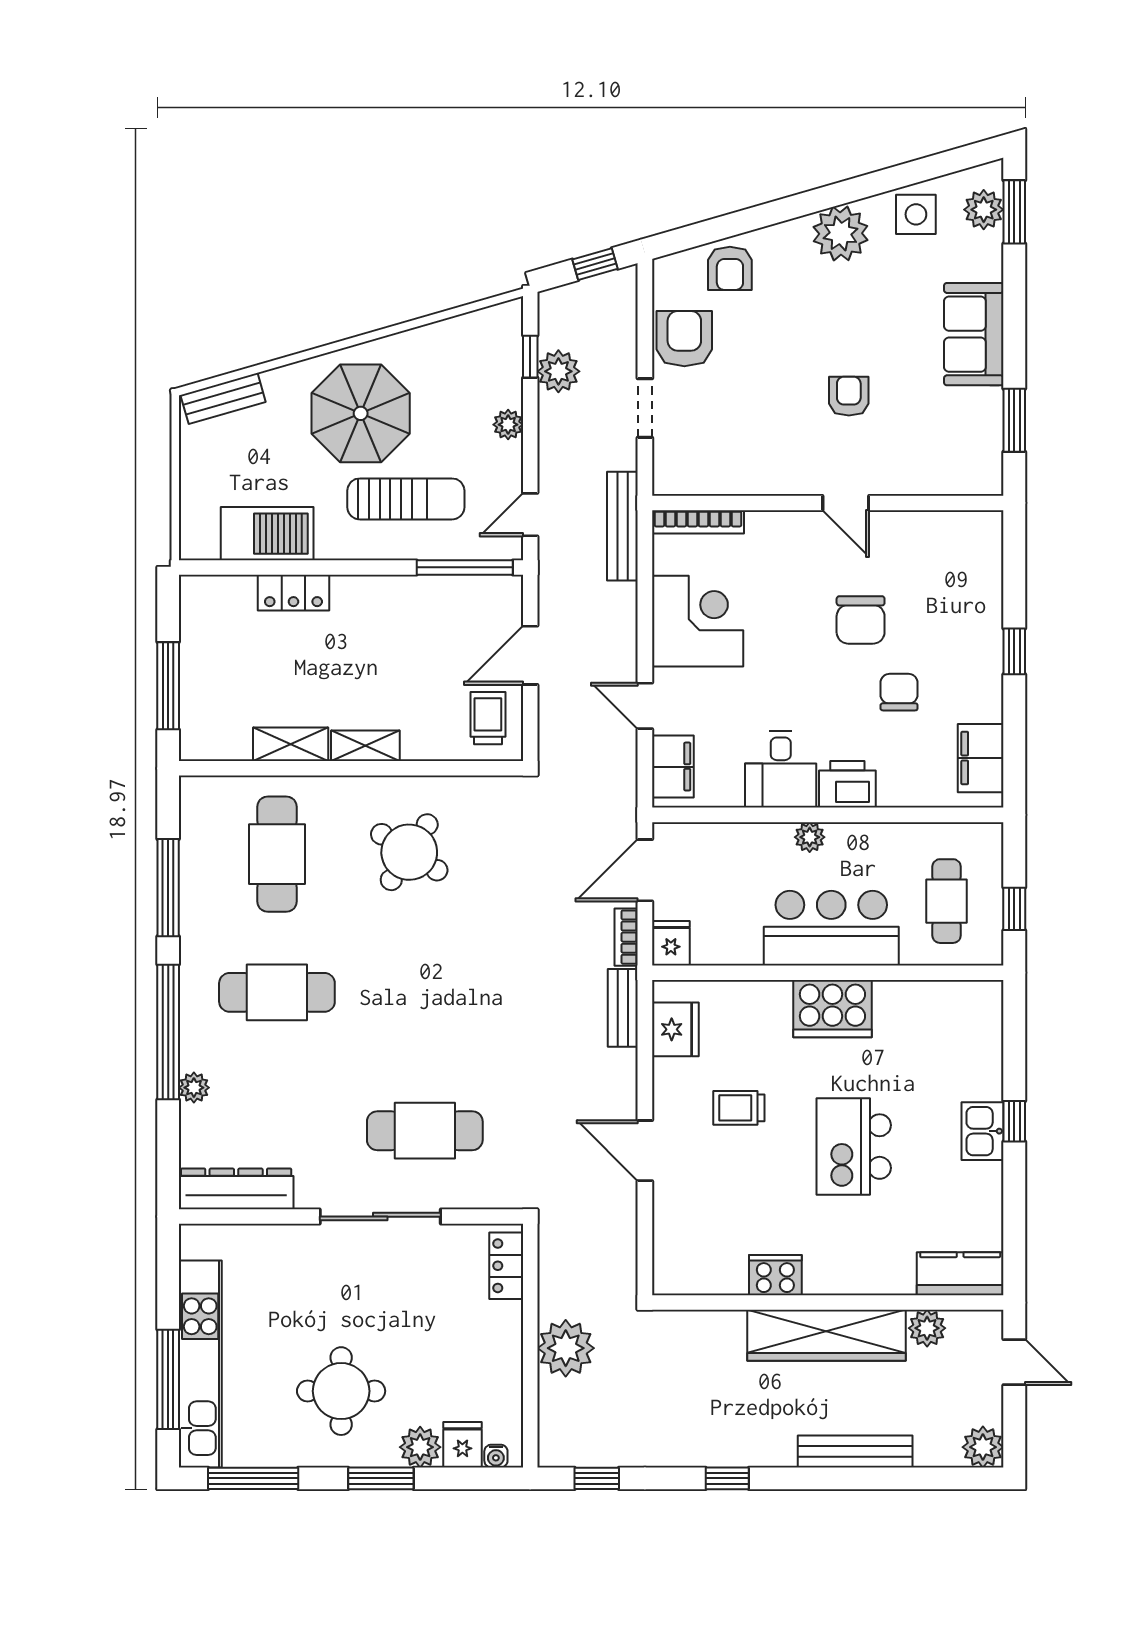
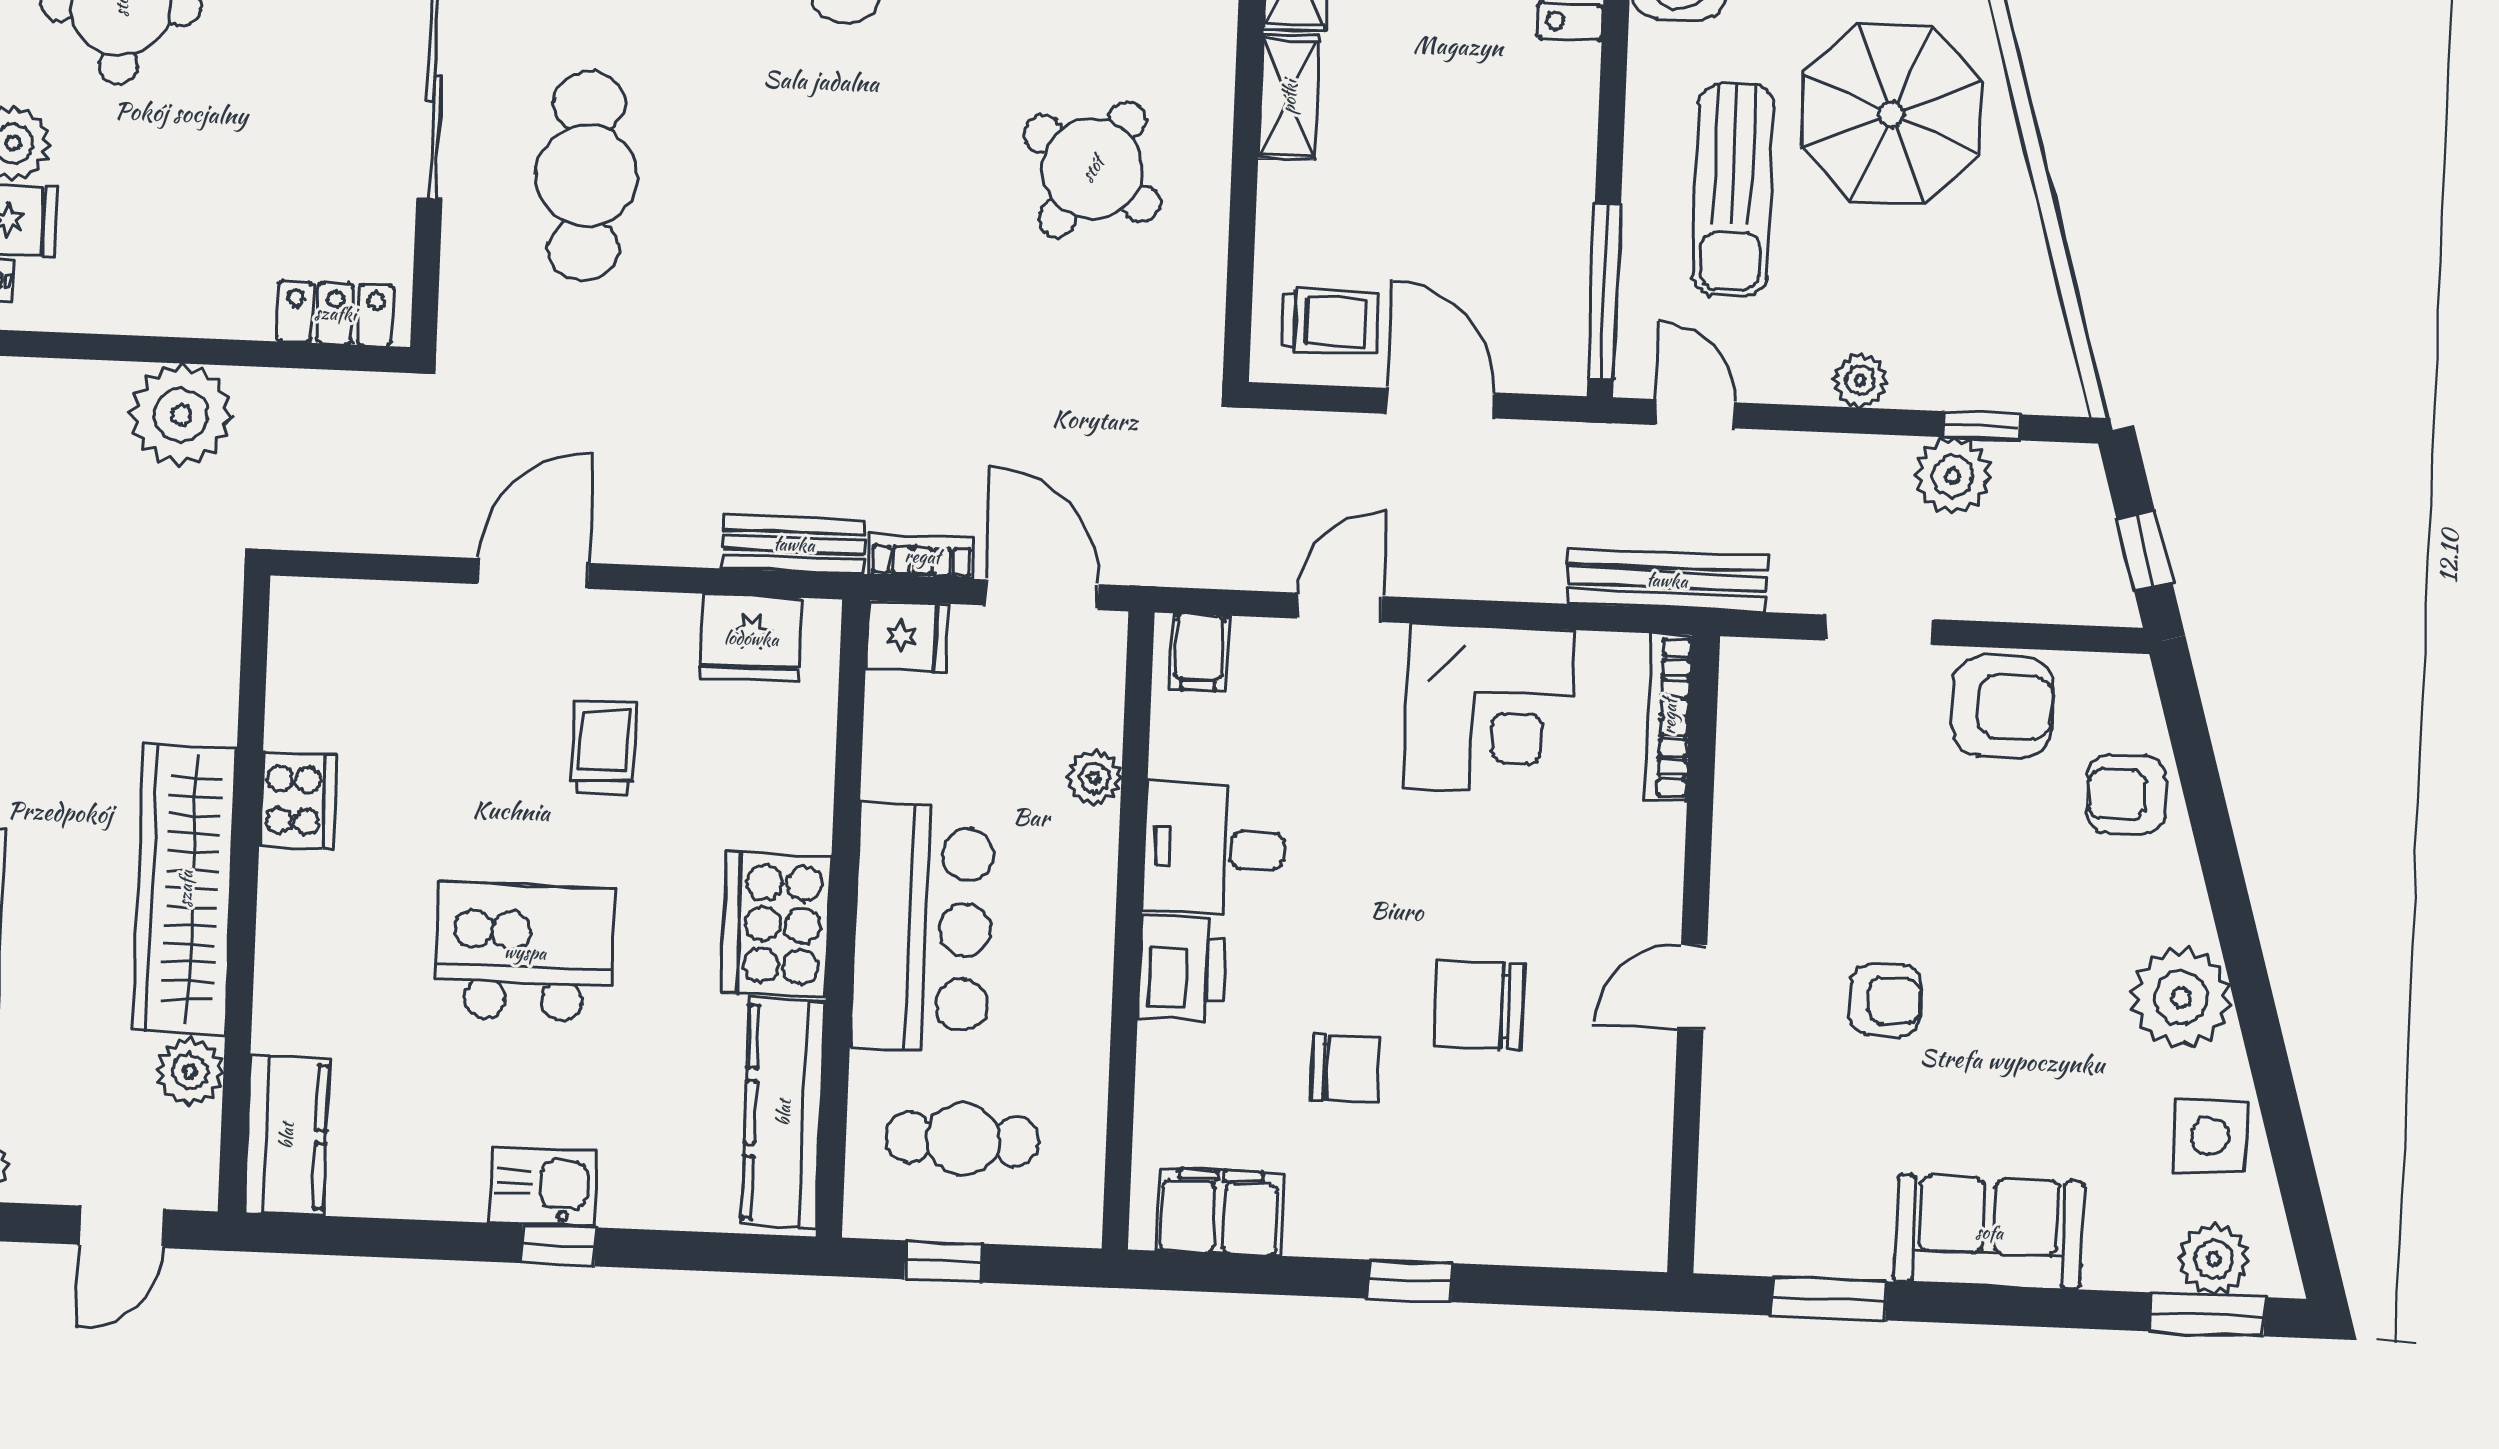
filing cabinet: (673, 767) -> (1199, 652), width x0.50
plant: (810, 837) -> (1094, 778), moved
kitchen counter: (936, 1001) -> (783, 1113), added

